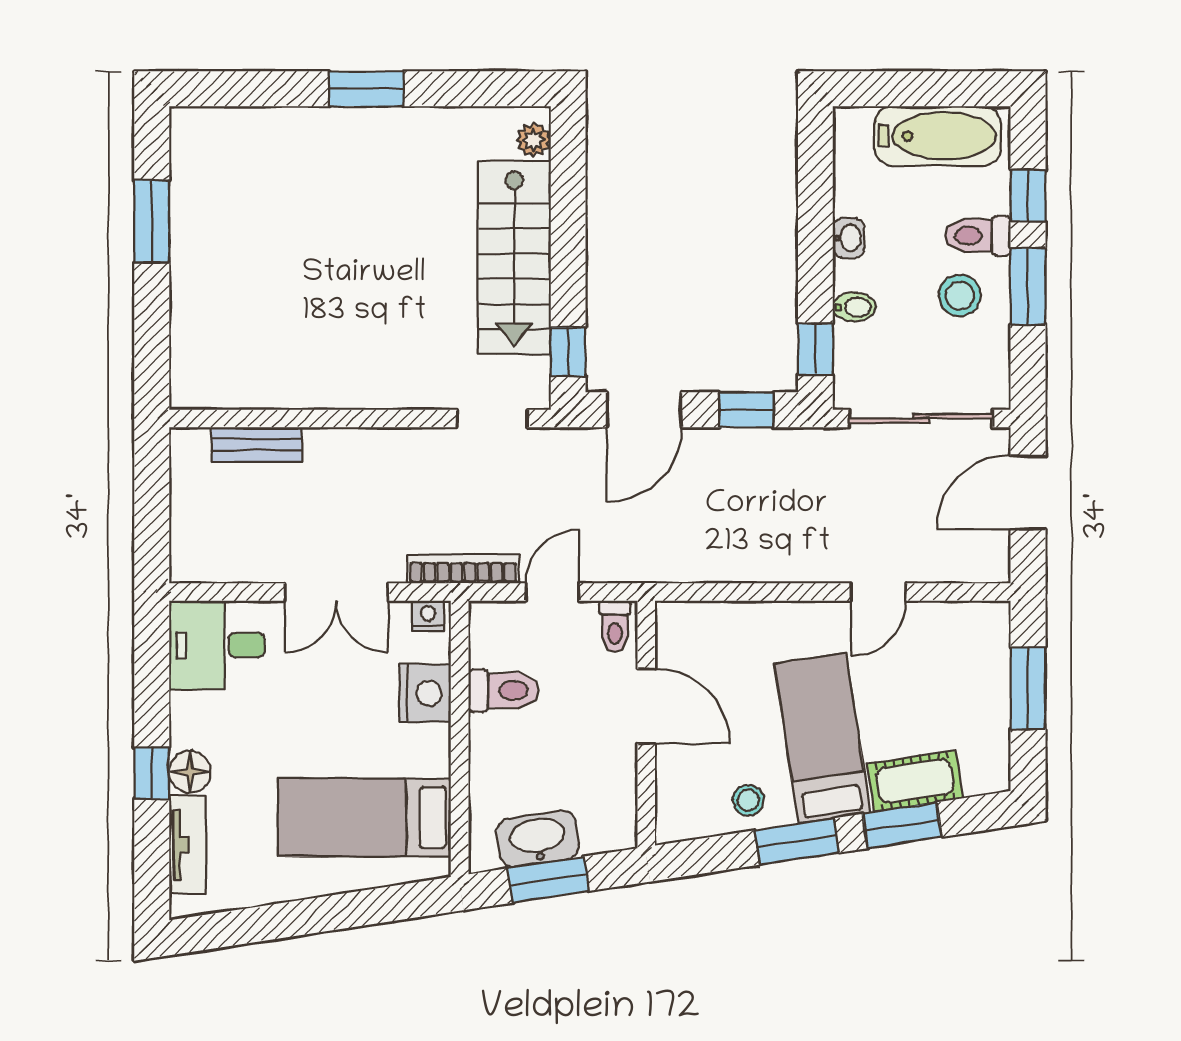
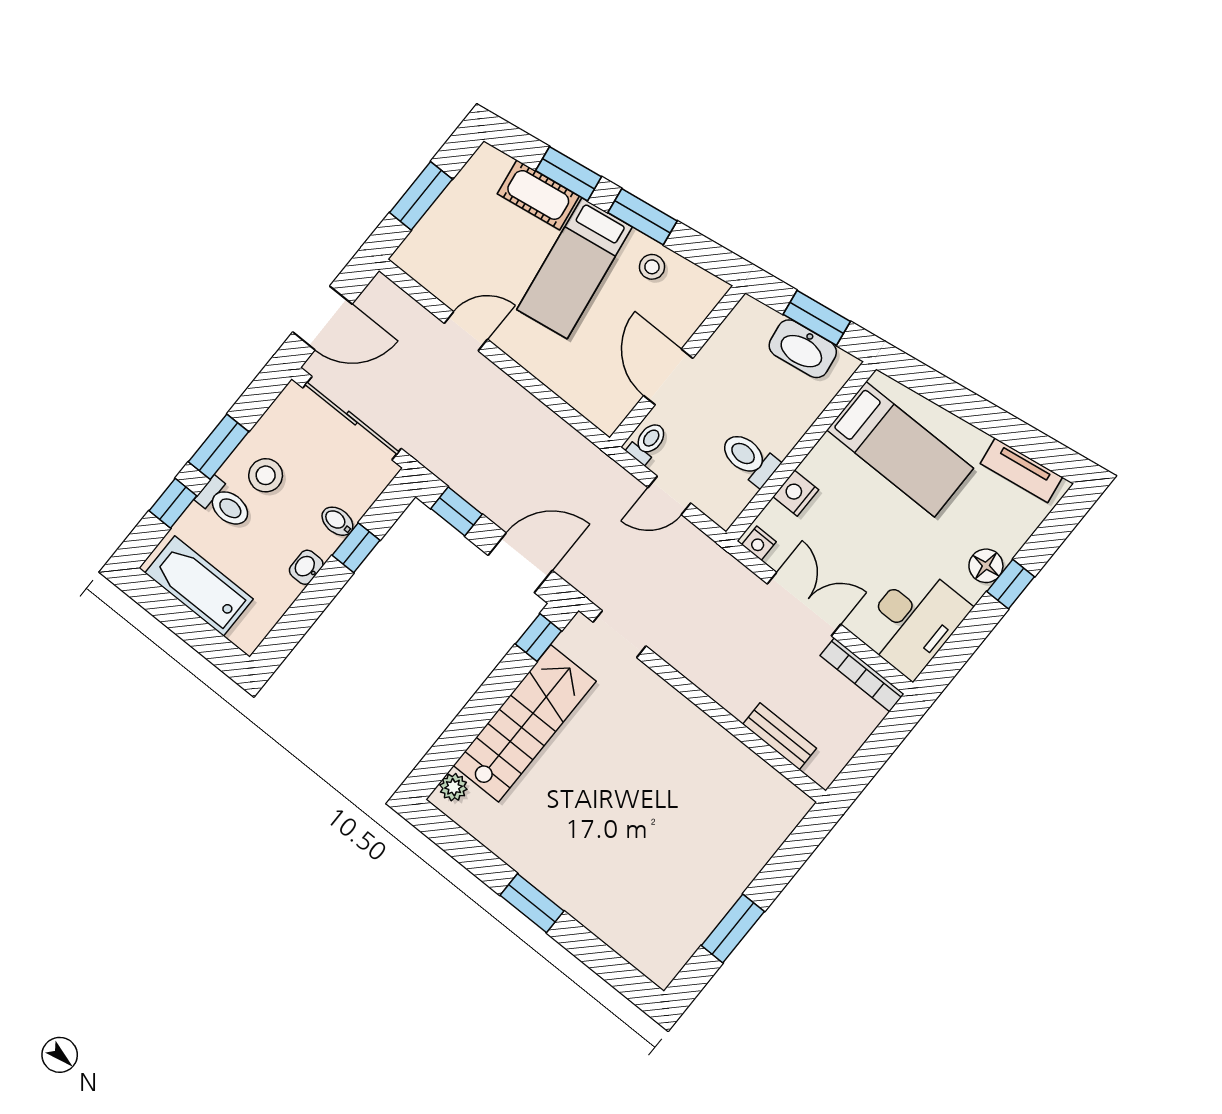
window: (815, 349) -> (356, 548), moved
bookcase: (463, 569) -> (862, 675), moved
desk: (217, 645) -> (914, 621), width x1.37
nightstand: (425, 693) -> (796, 493), width x0.74, depth x0.75
tv unit: (188, 845) -> (1021, 470), moved, turned -99

